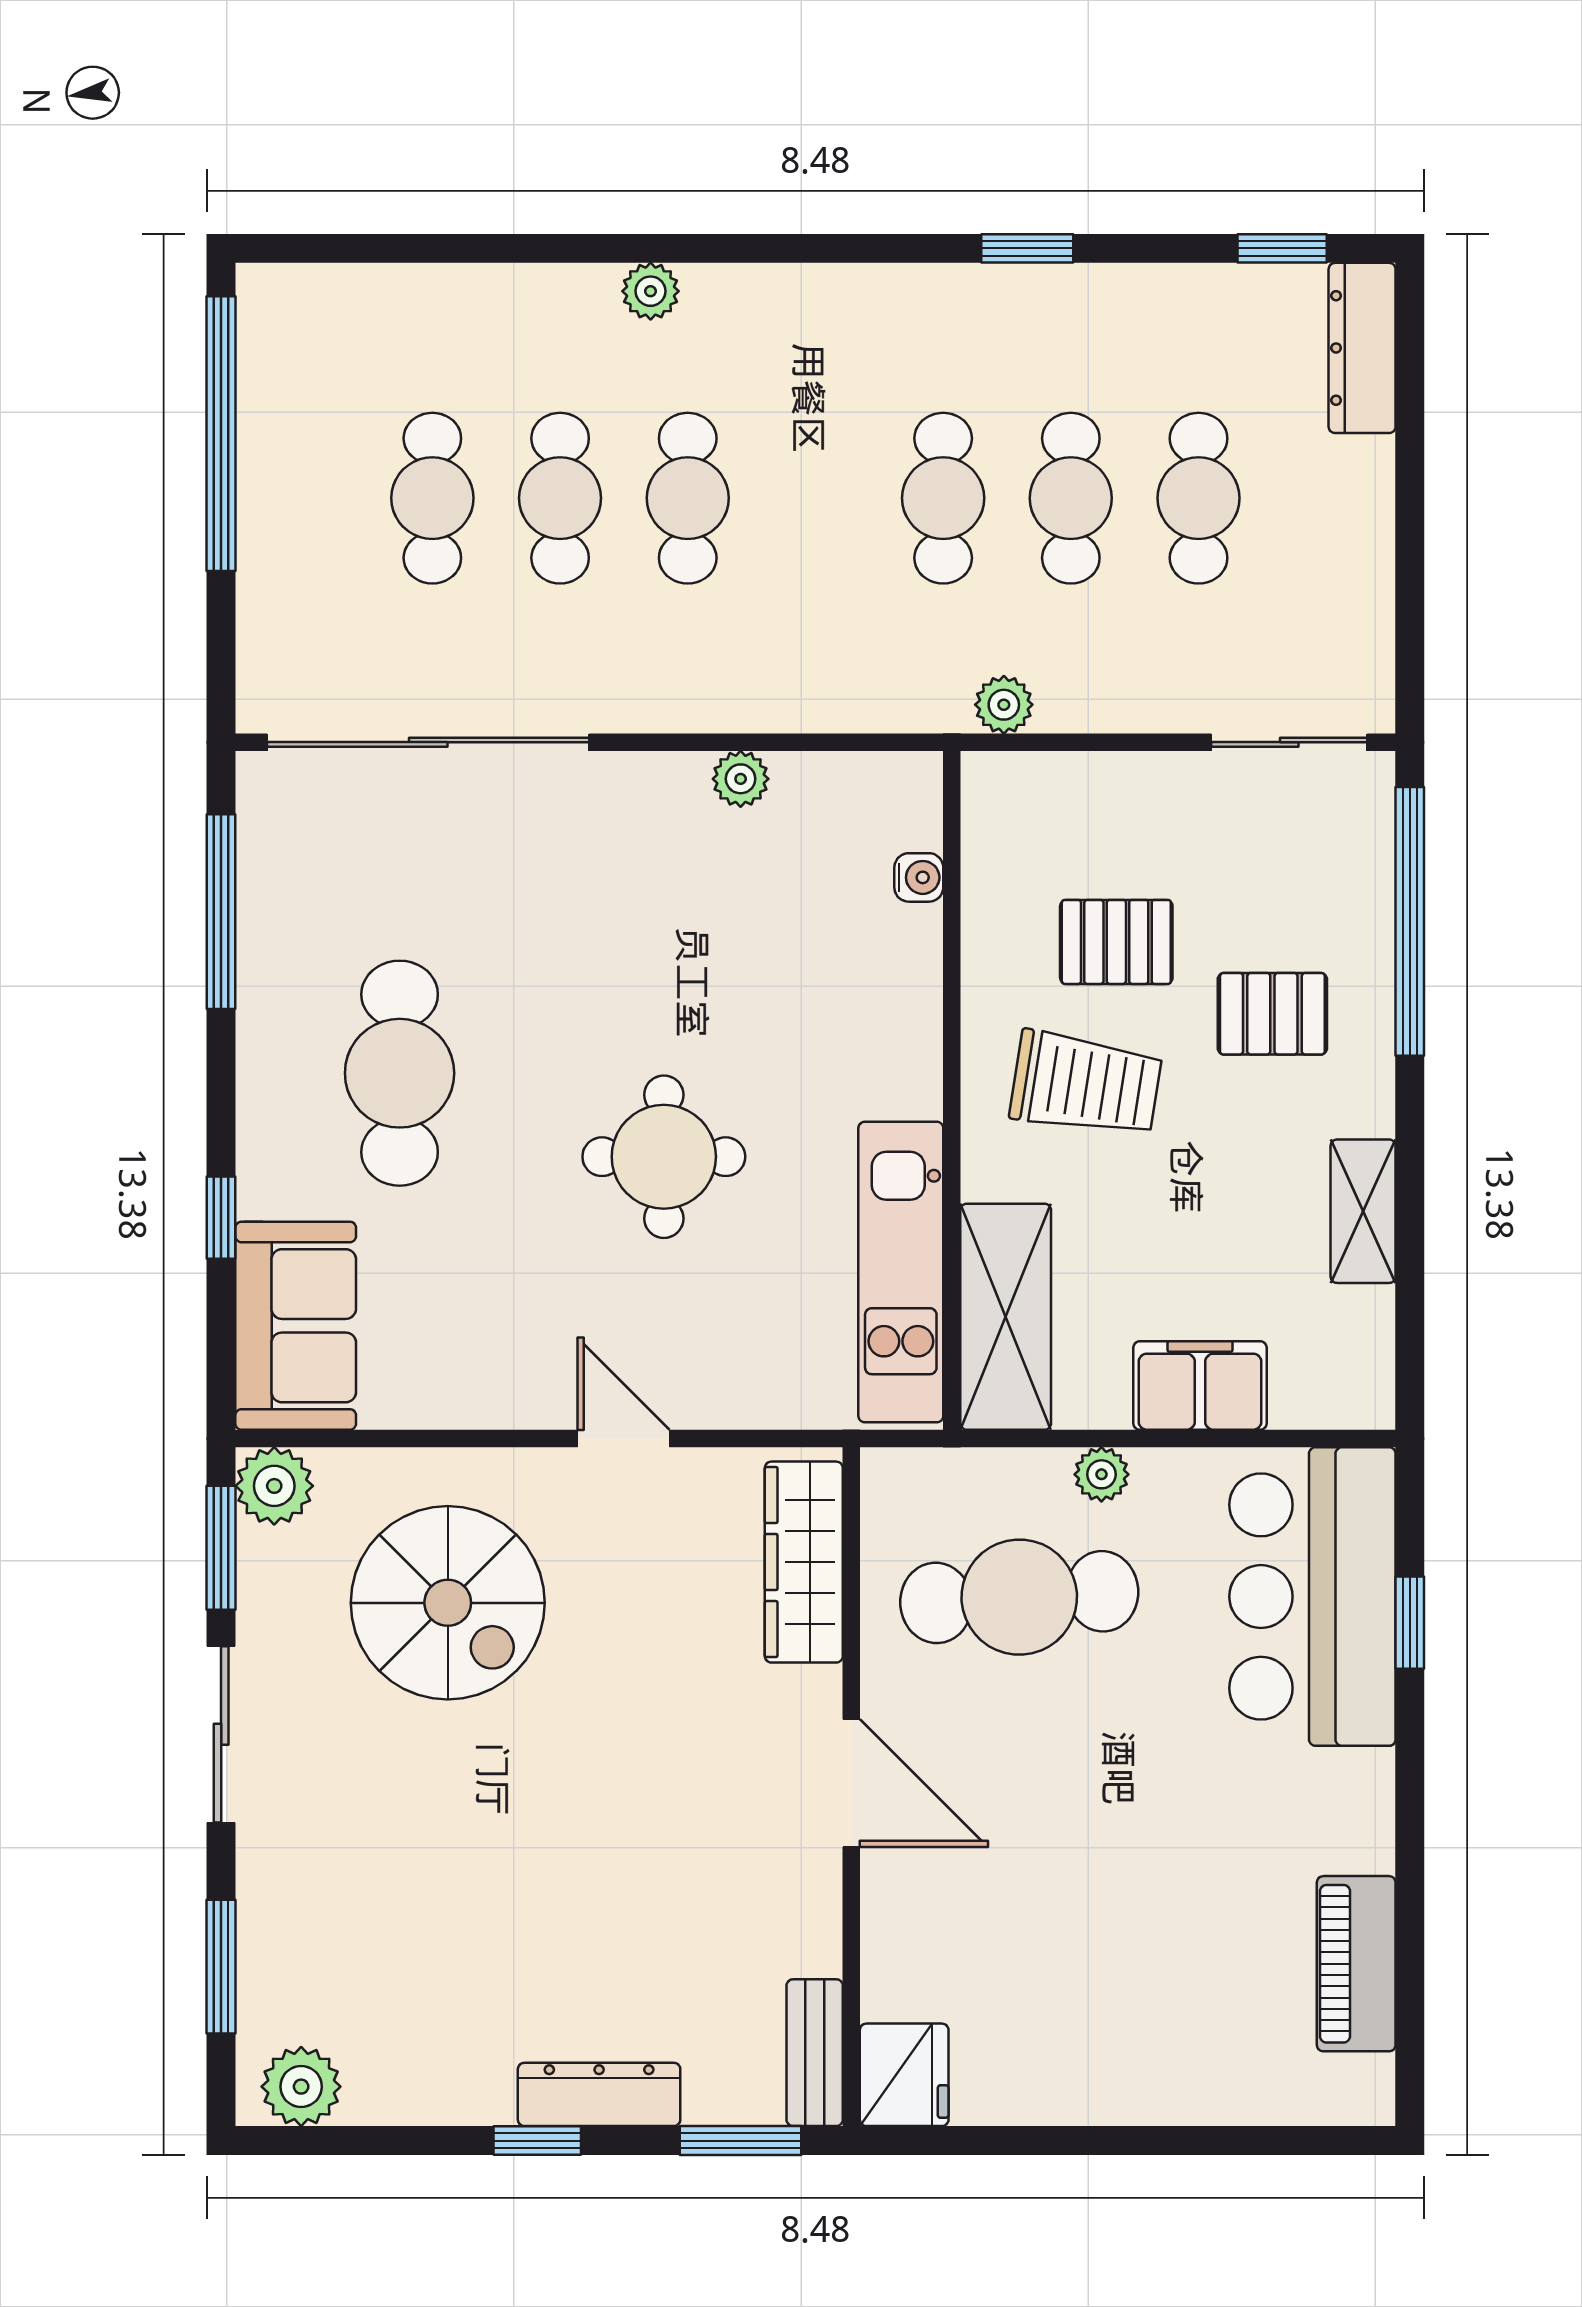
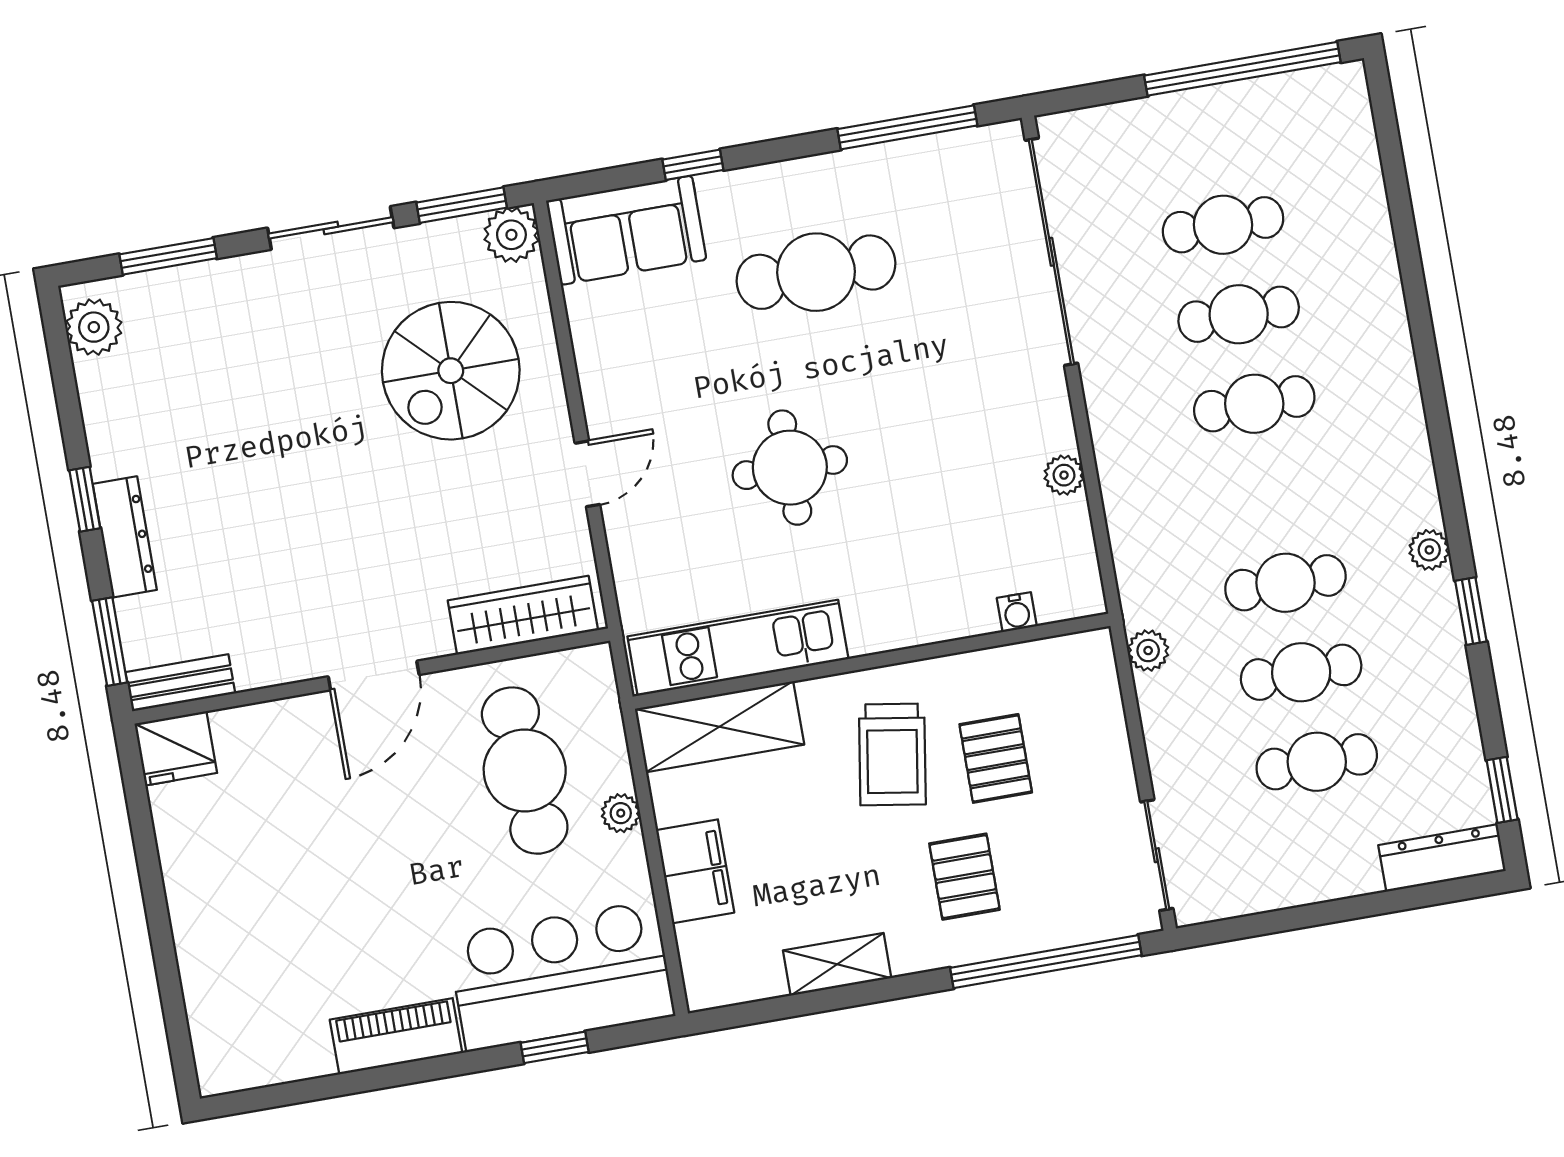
plant: (651, 291) -> (1429, 550), moved
piano: (1356, 1964) -> (396, 1036), moved

